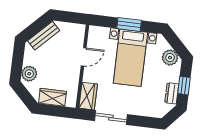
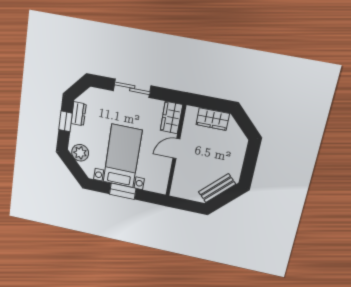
door: (84, 57) -> (176, 149), moved
plant: (29, 74) -> (237, 148), removed
sliding door: (111, 118) -> (132, 88), moved

